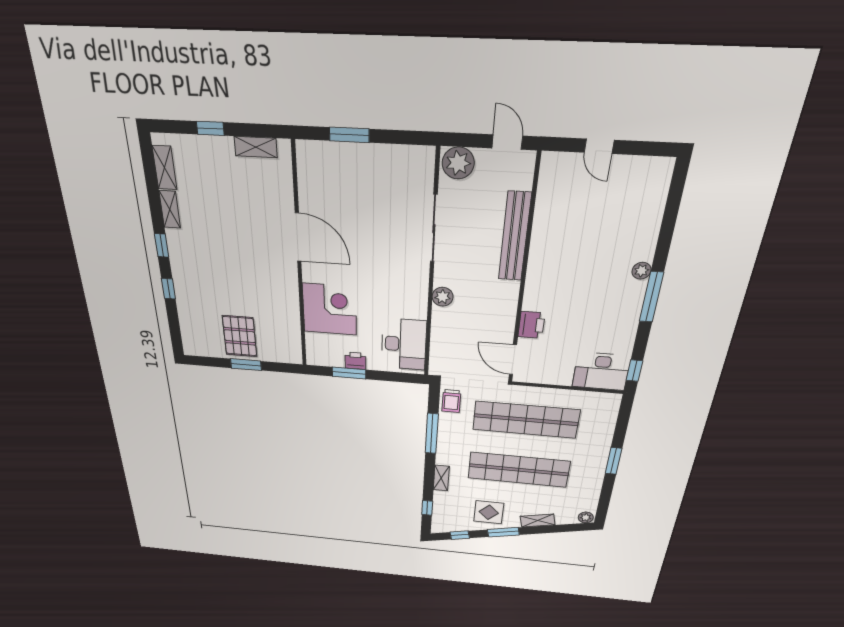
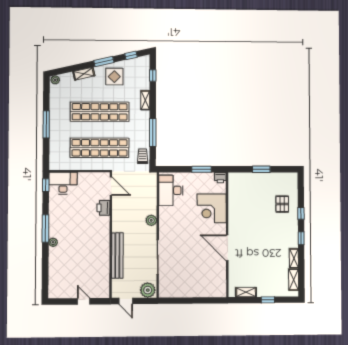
window: (349, 135) -> (200, 300), removed
pallet: (240, 336) -> (282, 204), moved, width x0.67, depth x0.71
printer: (355, 361) -> (220, 178), moved
window: (614, 461) -> (46, 124), width x1.44

